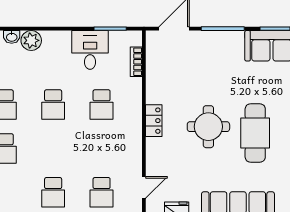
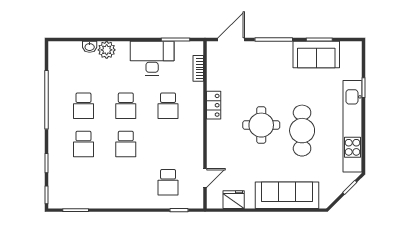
desk: (90, 50) -> (152, 58), width x1.37
locker: (154, 121) -> (214, 105), moved
school desk: (53, 192) -> (126, 144), moved

